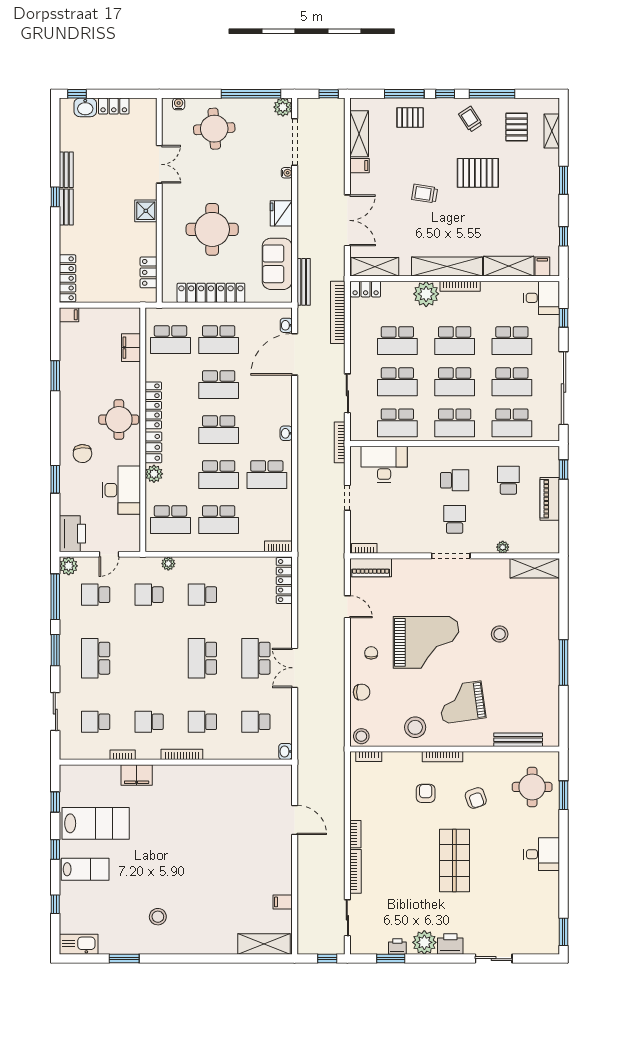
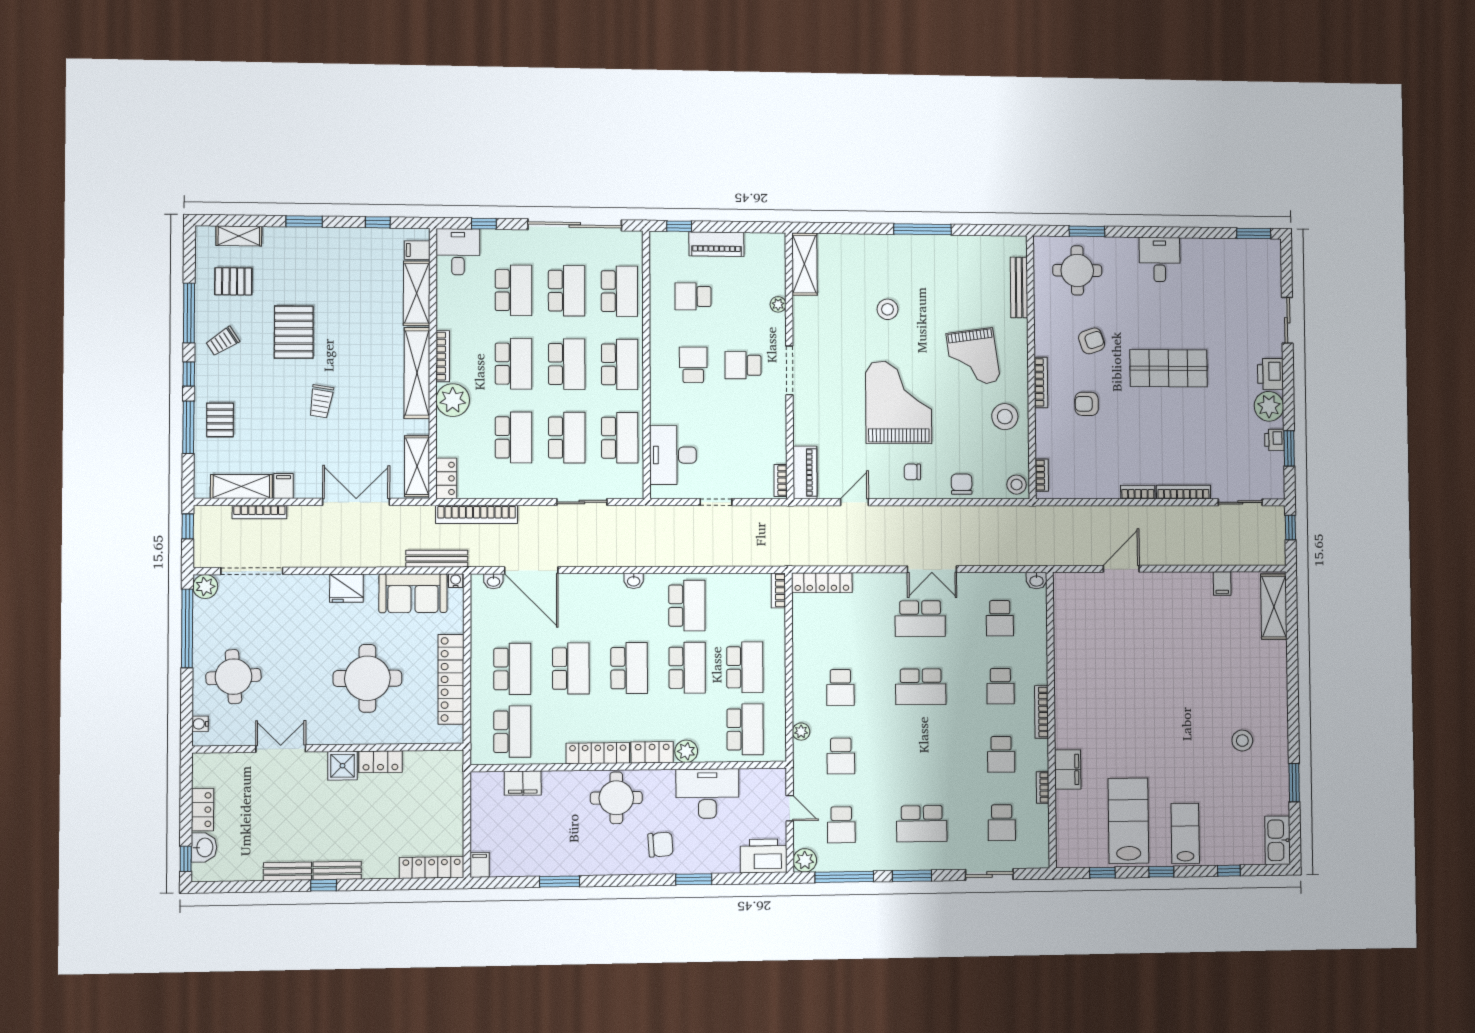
water cooler: (287, 173) -> (456, 581), moved
locker: (149, 272) -> (380, 762), moved
bookcase: (340, 442) -> (259, 512), moved

